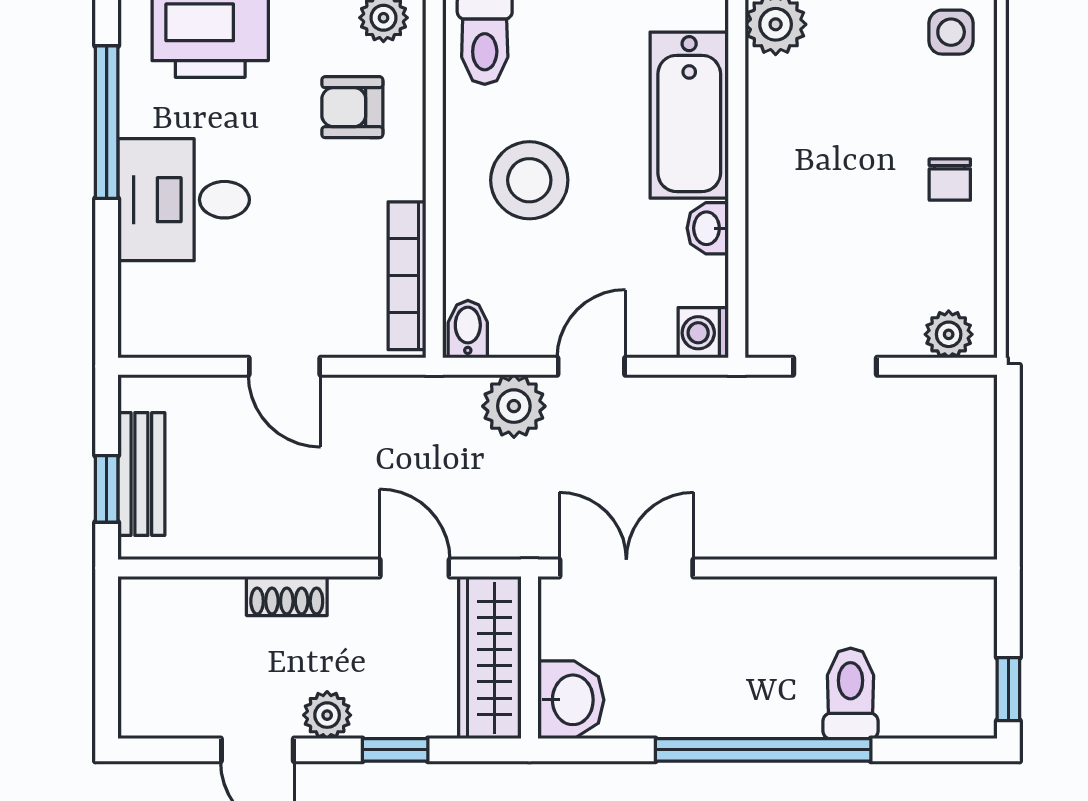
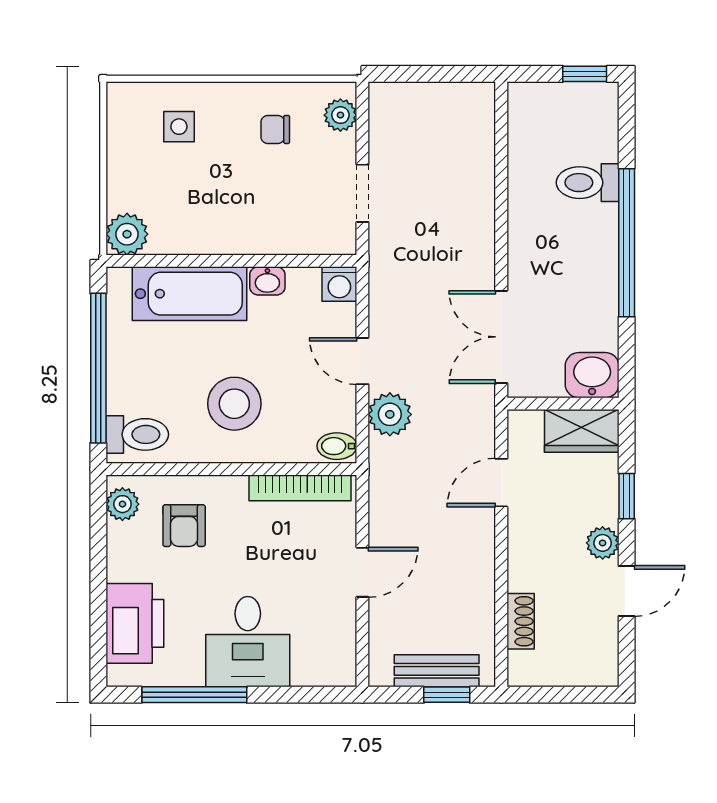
side table: (951, 32) -> (179, 127), moved
chair: (950, 180) -> (275, 129), moved, turned 180
shoe rack: (287, 596) -> (521, 621), moved
wardrobe: (490, 658) -> (582, 431), width x0.67

